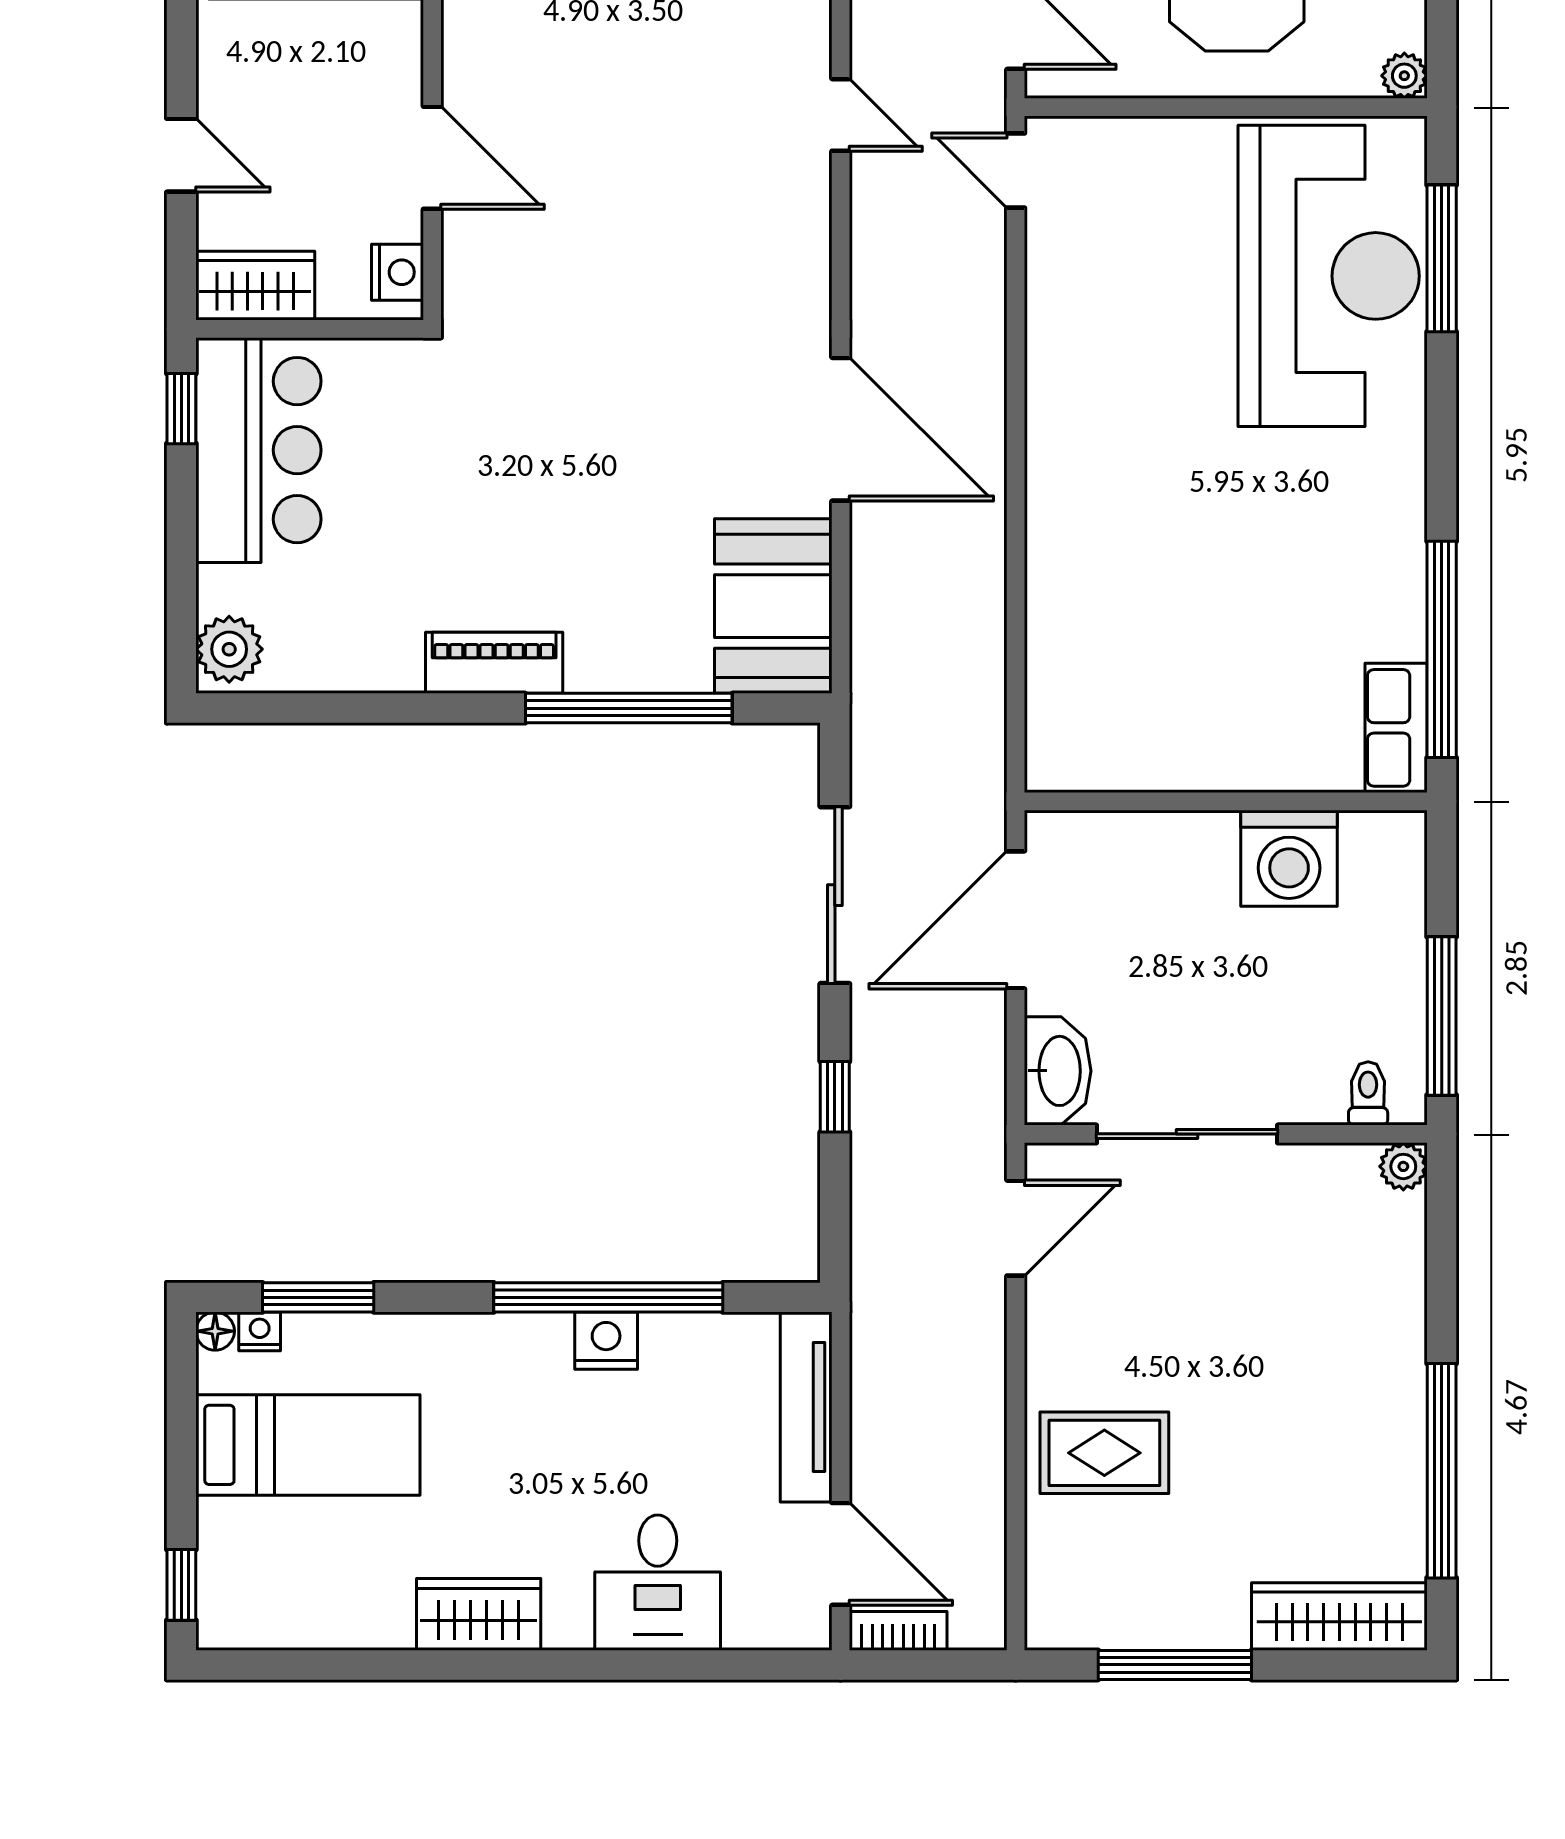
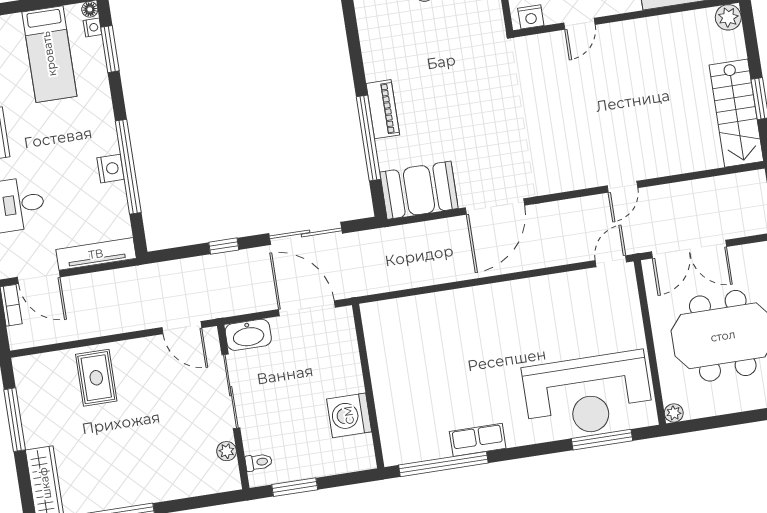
door: (432, 158) -> (579, 24), width x0.73
piano: (494, 663) -> (383, 109), moved
row of seats: (1396, 728) -> (478, 440), moved
window: (1442, 1016) -> (295, 487), width x0.69
plant: (1403, 1166) -> (227, 451), moved
door: (841, 1554) -> (39, 277), hinge flipped

